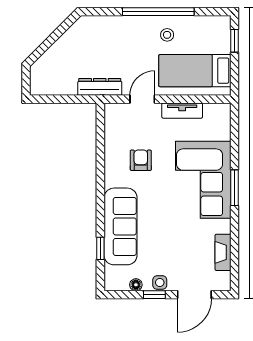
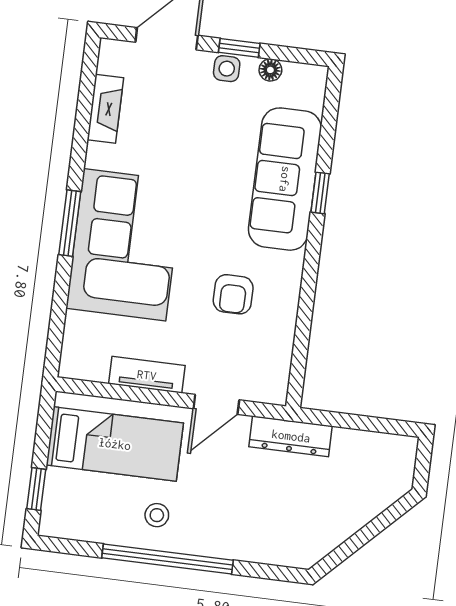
window: (100, 248) -> (320, 193), moved

